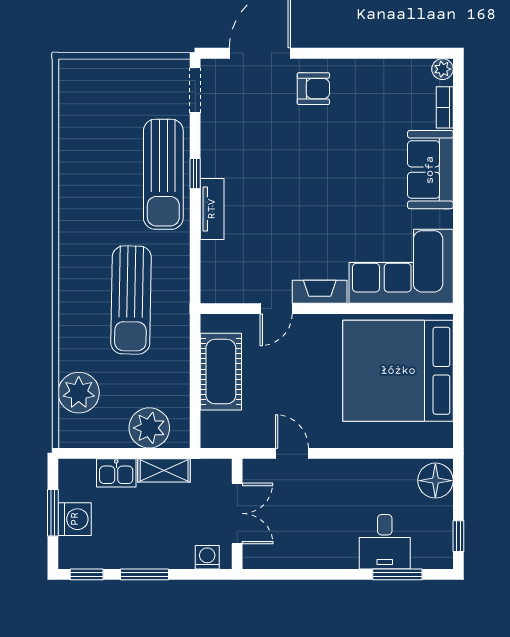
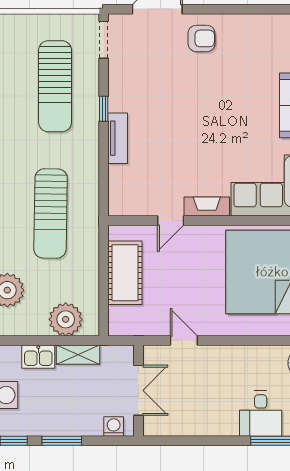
sun lounger: (163, 174) -> (55, 86), moved

